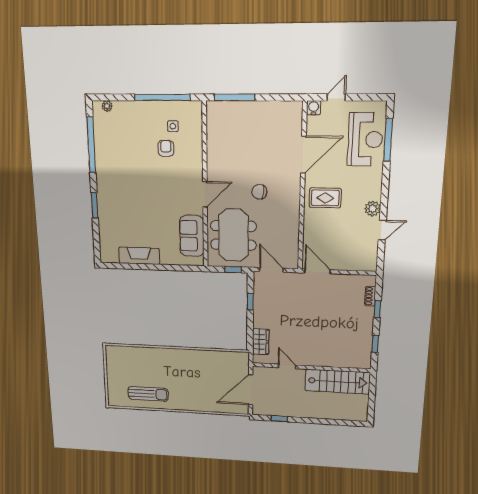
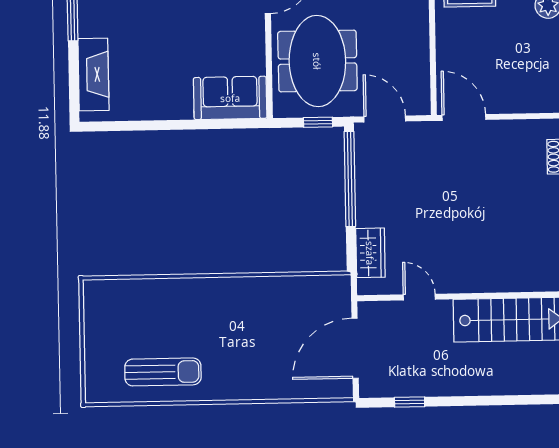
sofa: (192, 236) -> (230, 98), moved, turned 90
fireplace: (139, 256) -> (93, 75), moved, turned 90
window: (250, 302) -> (350, 179), width x3.17

